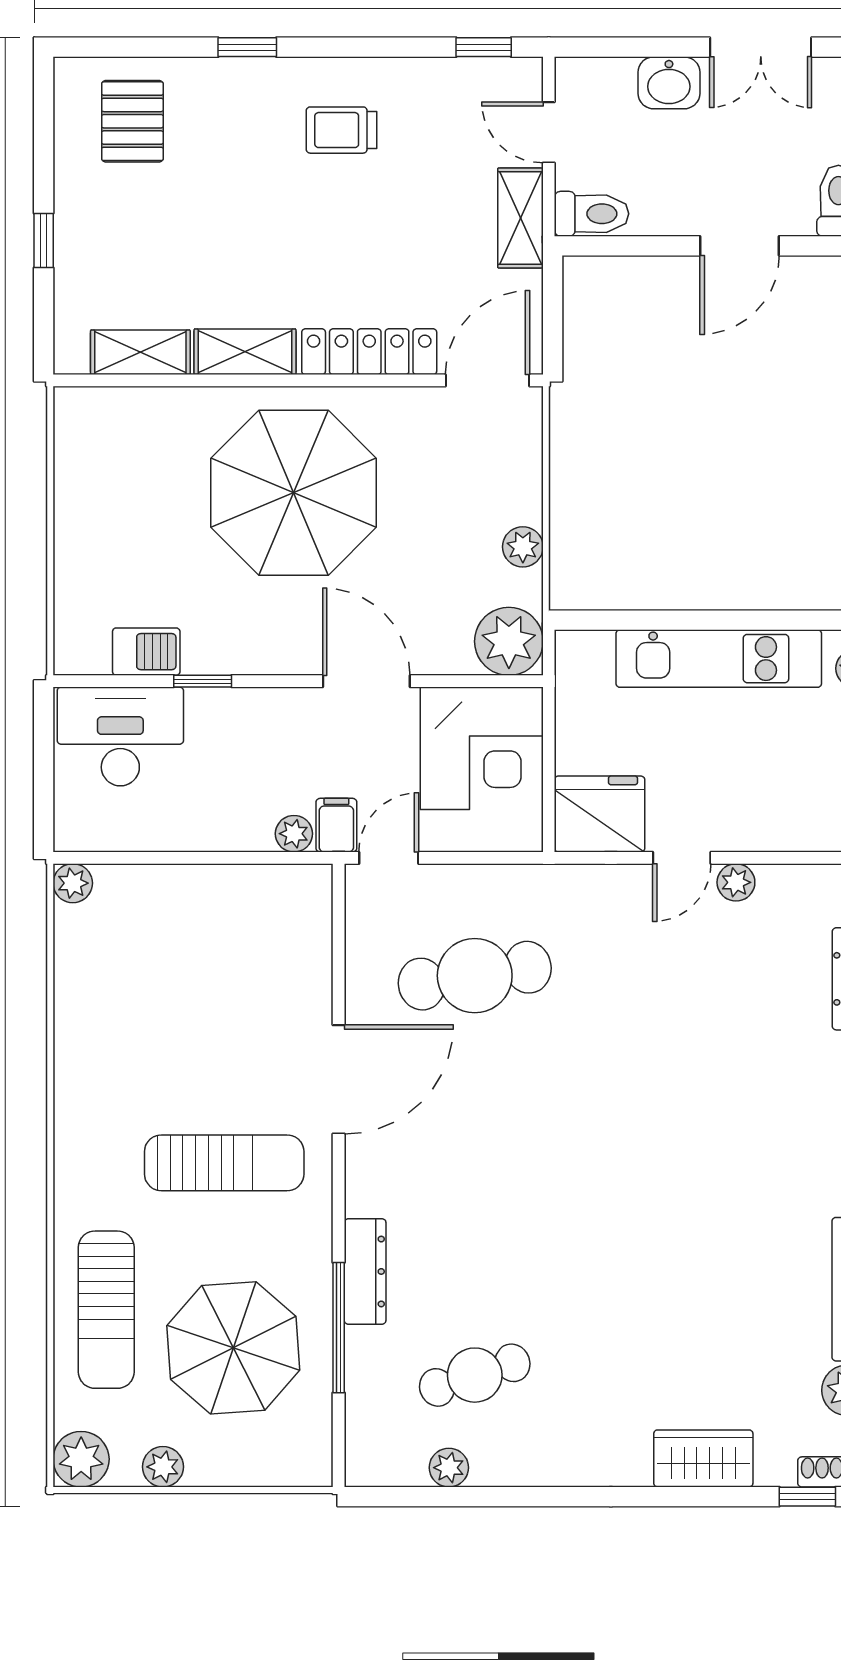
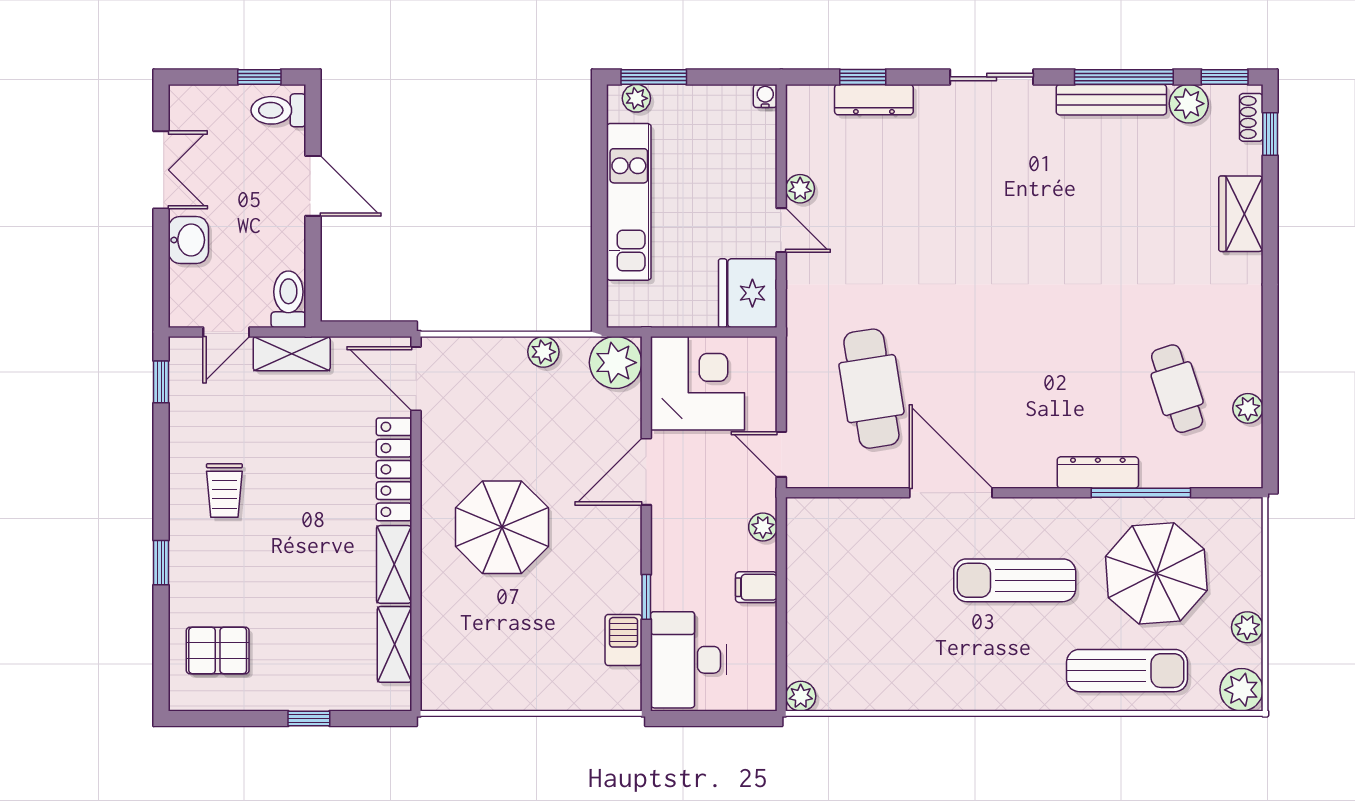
parasol: (294, 493) -> (502, 527), width x0.73, depth x0.73
filing cabinet: (336, 825) -> (756, 587), moved
sun lounger: (224, 1163) -> (1015, 580), turned -90

